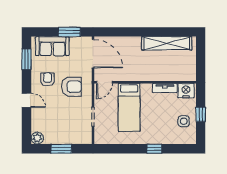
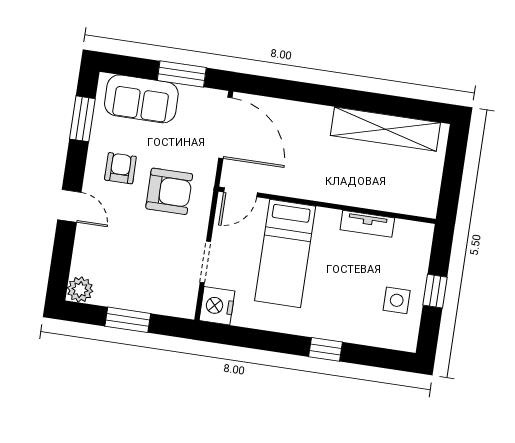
nightstand: (186, 91) -> (217, 306), moved, turned -90

